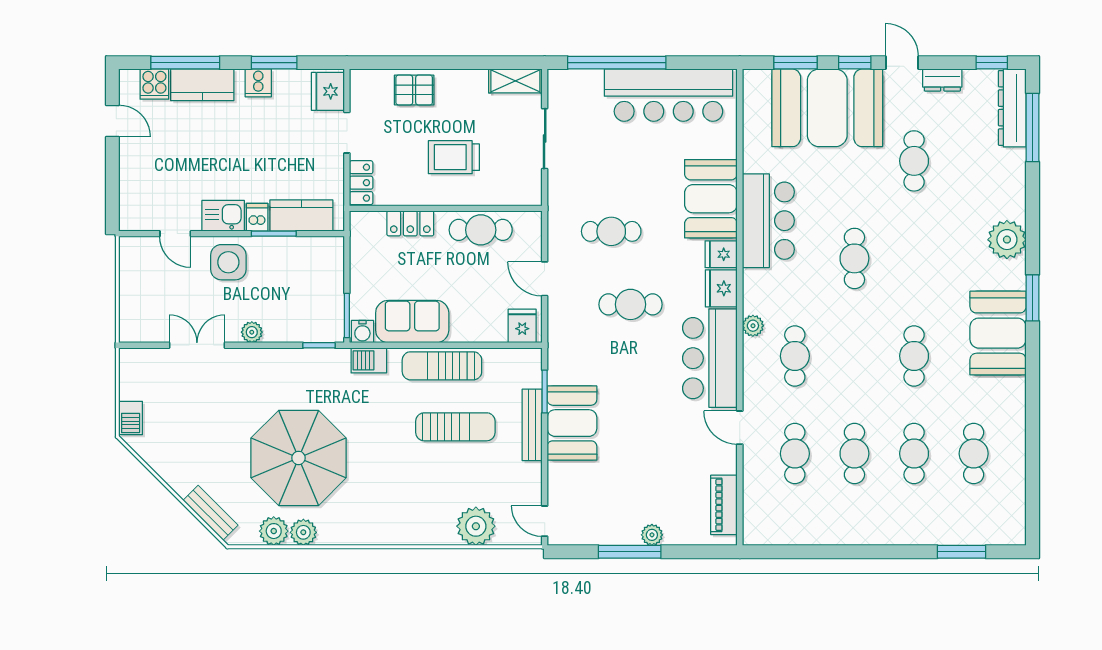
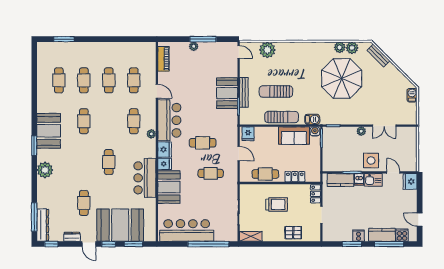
fridge: (328, 91) -> (410, 181), moved, turned 180

